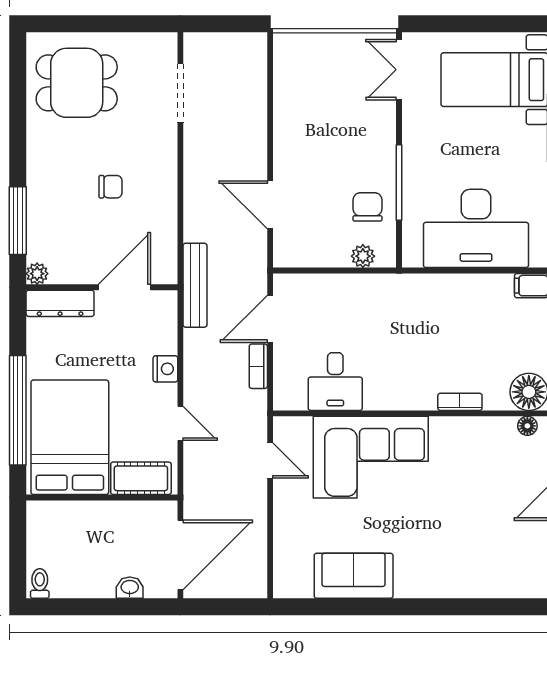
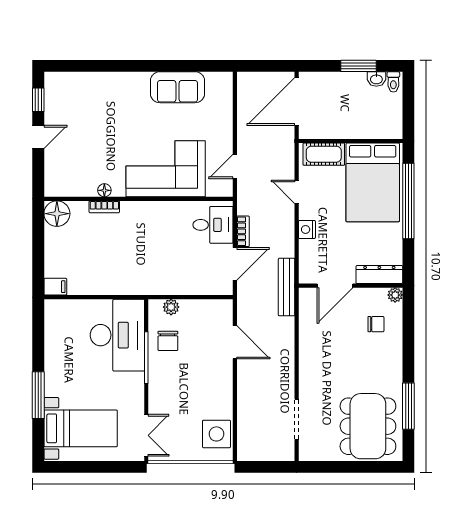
side table: (297, 72) -> (216, 434), added
dining table: (77, 83) -> (368, 426), width x1.37
chair: (111, 187) -> (376, 324), moved, turned 180
window: (18, 221) -> (408, 406), moved
desk: (476, 228) -> (117, 335), moved, turned 90
desk: (335, 382) -> (213, 225), moved, turned 90
floor lamp: (527, 426) -> (104, 190), moved
door: (270, 461) -> (235, 166), hinge flipped
washbasin: (130, 588) -> (376, 79), moved
window: (91, 607) -> (358, 66), added

